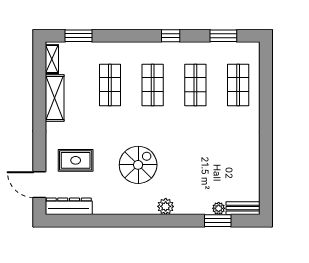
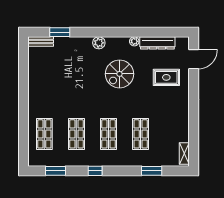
window: (78, 36) -> (152, 171), moved
shelving: (55, 98) -> (182, 124), removed
door: (39, 185) -> (194, 59), hinge flipped
dresser: (69, 206) -> (157, 43), moved
plant: (219, 208) -> (134, 41), moved

